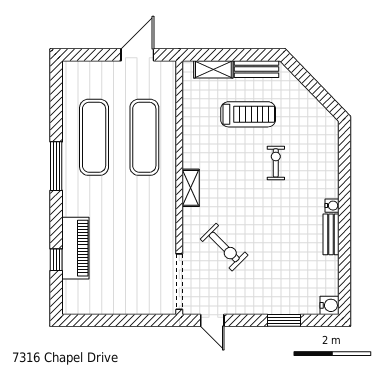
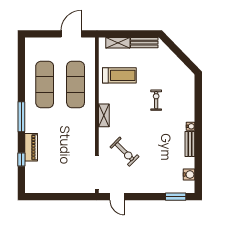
treadmill: (248, 114) -> (119, 75), moved
window: (56, 166) -> (21, 117), moved
piano: (75, 248) -> (31, 147), width x0.73, depth x0.75
water cooler: (329, 305) -> (189, 175), moved
window: (284, 320) -> (176, 197), moved

